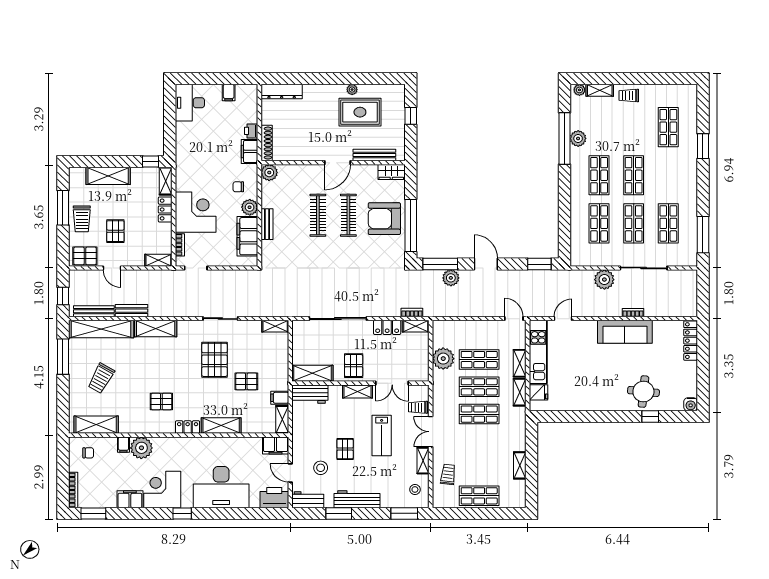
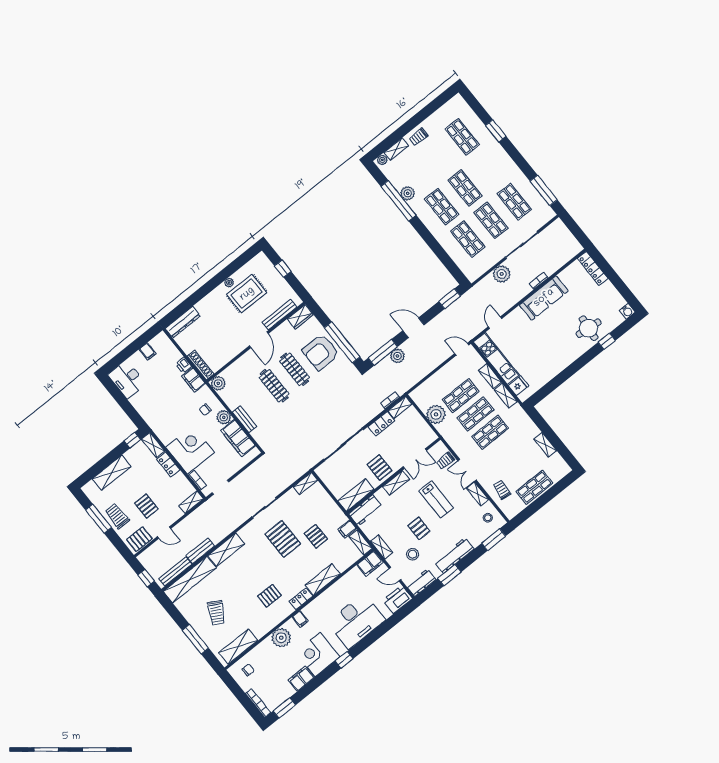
trolley: (82, 219) -> (117, 516), turned 180
window: (63, 357) -> (195, 639), moved
pallet: (246, 381) -> (316, 536), turned 90
shelving: (298, 439) -> (382, 547), added
filing cabinet: (123, 445) -> (300, 619), moved

